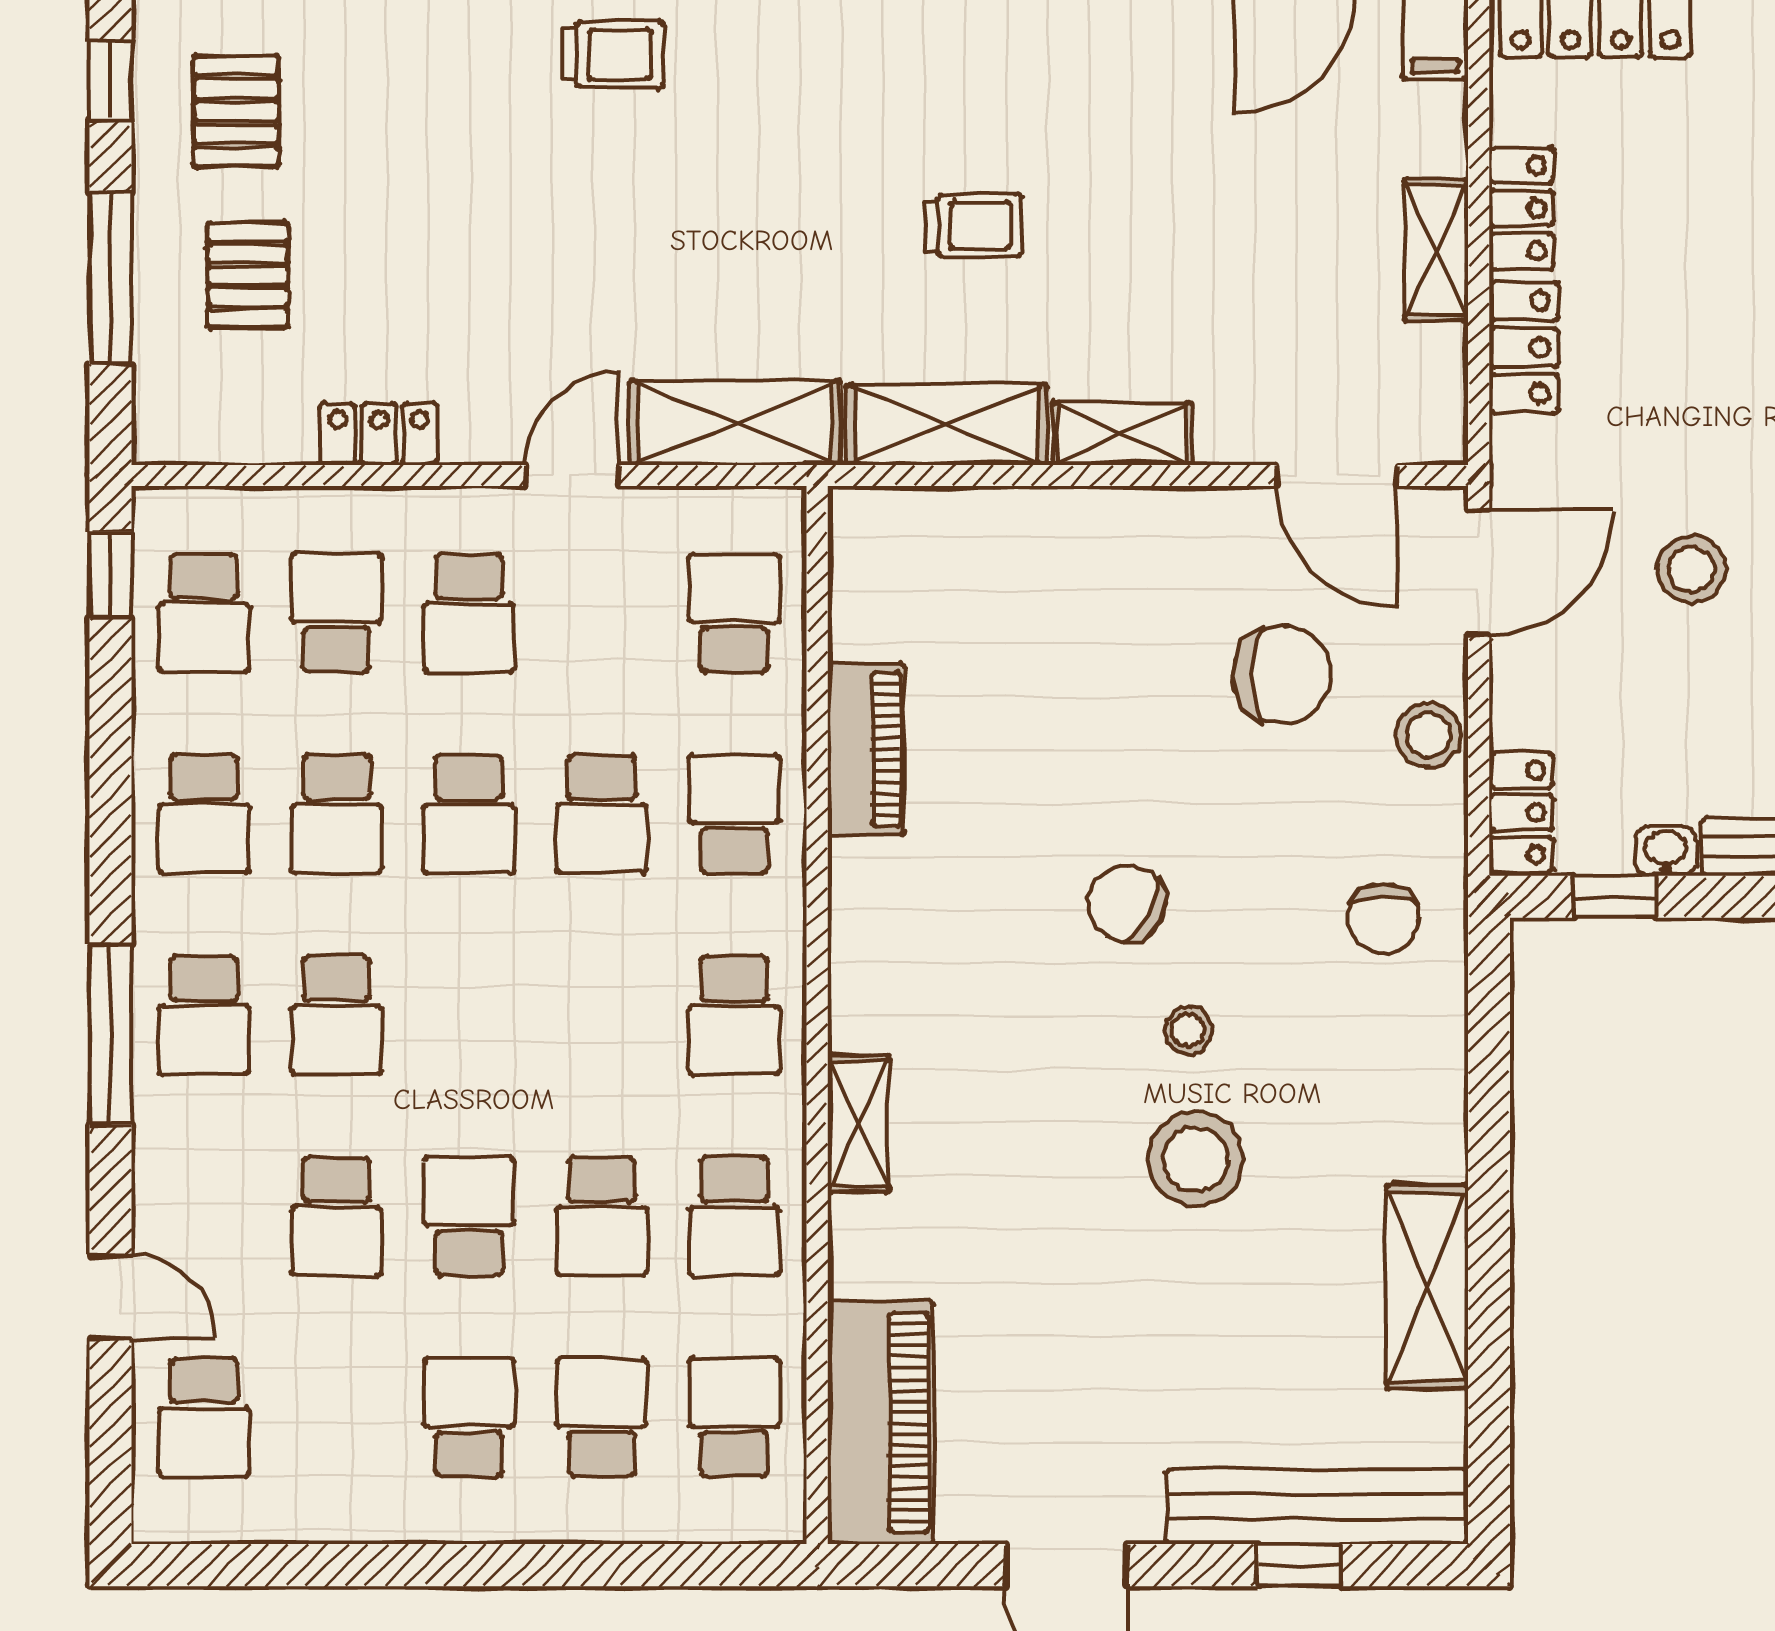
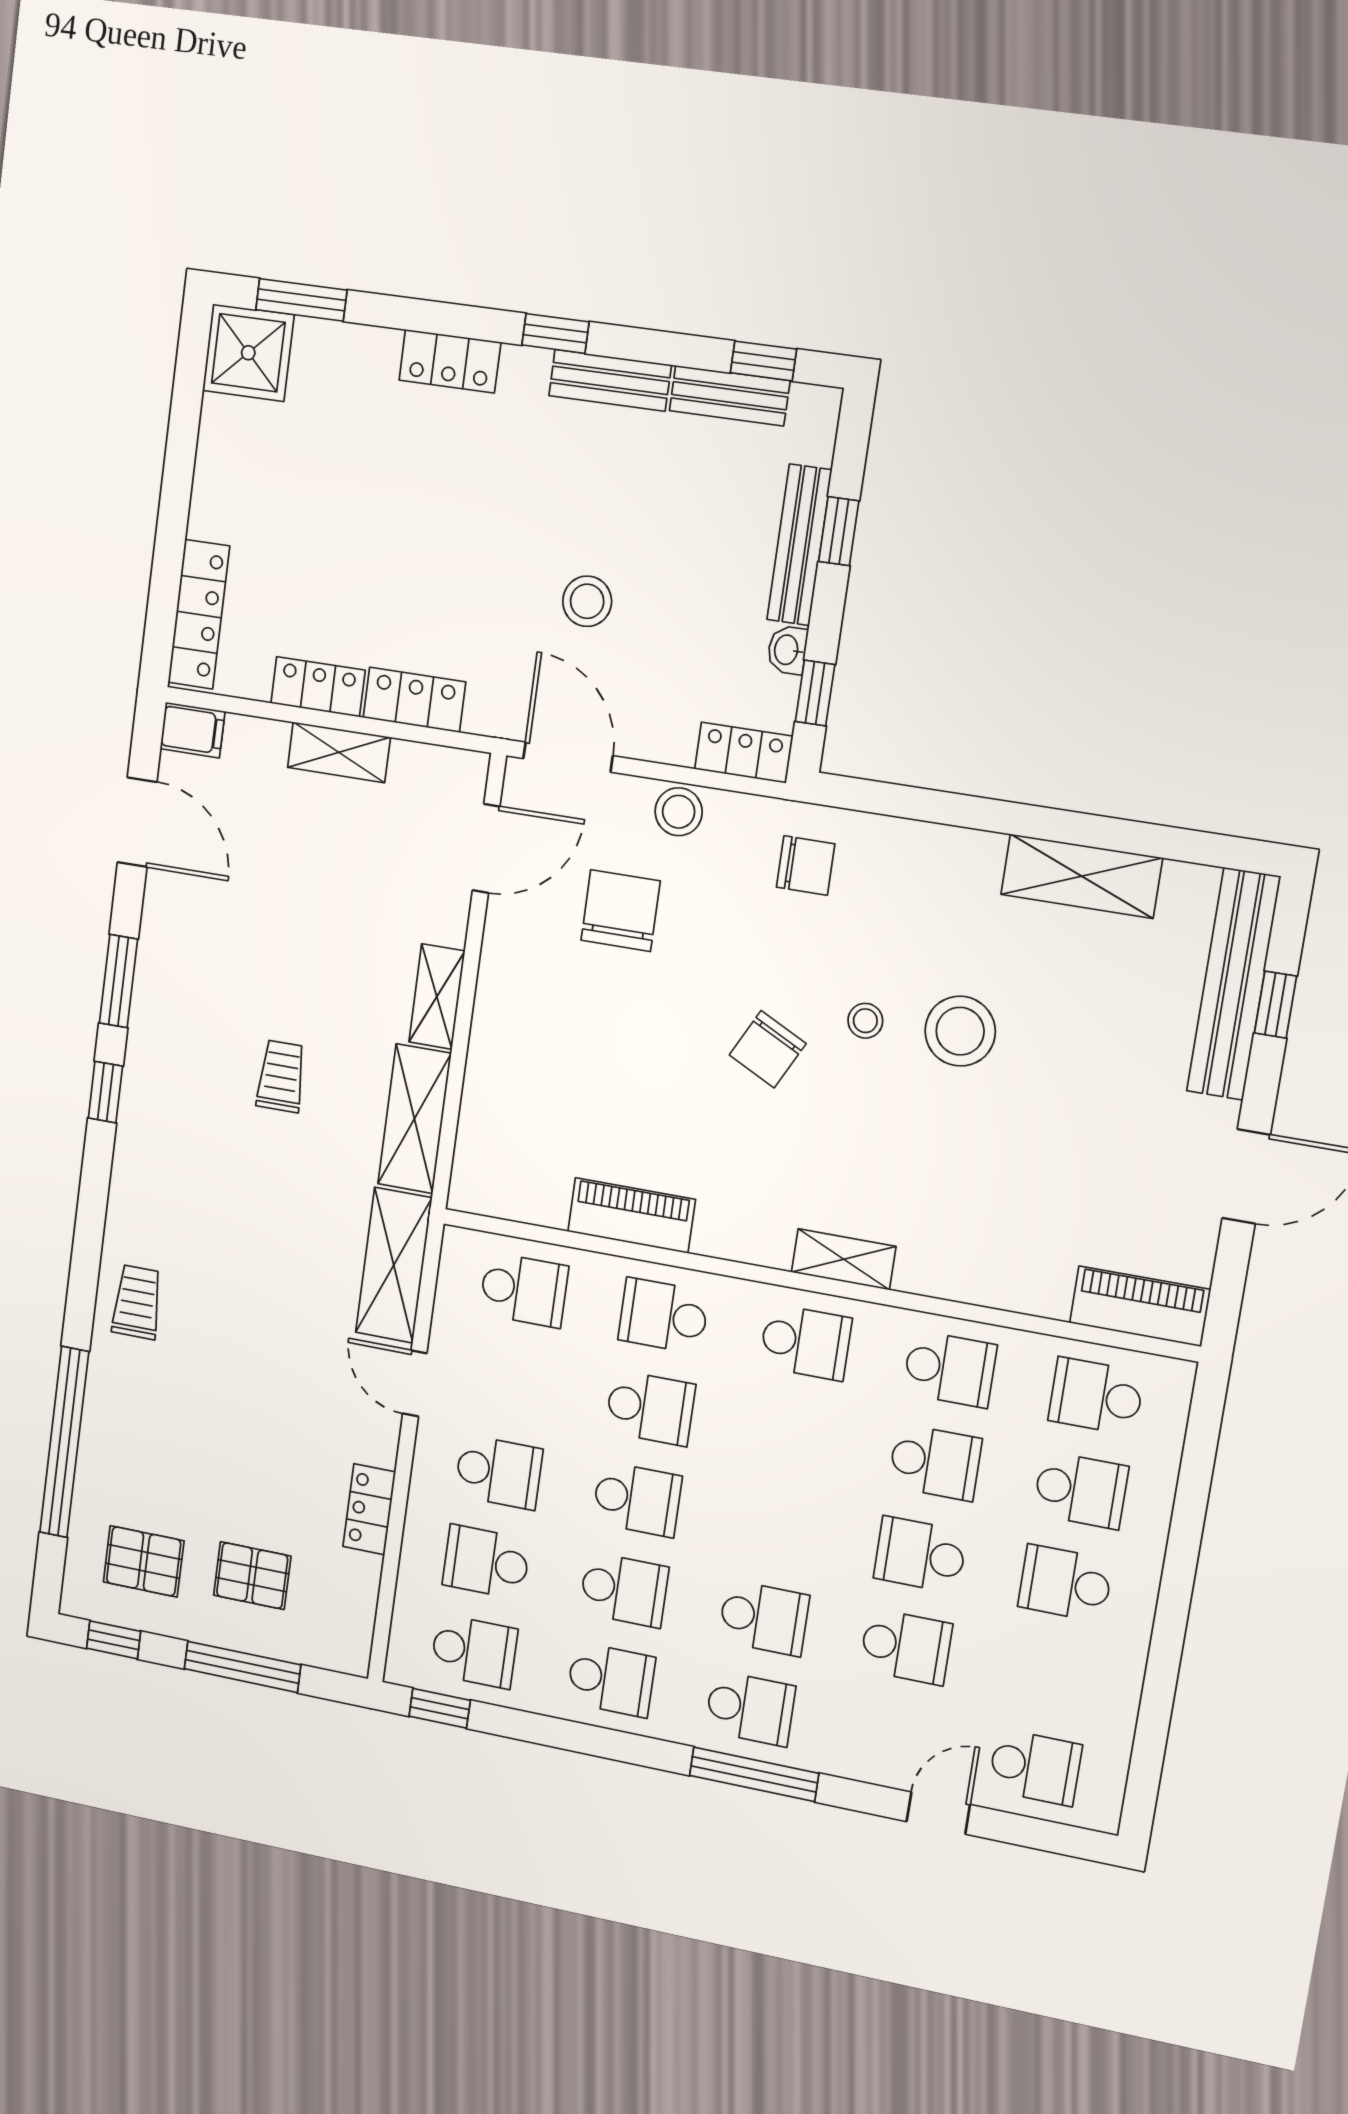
school desk: (734, 613) -> (524, 1290), turned 180
shelving: (858, 1124) -> (844, 1259), moved
school desk: (602, 1417) -> (1081, 1490), turned 180
piano: (880, 1423) -> (1140, 1306), width x0.73, depth x0.75

